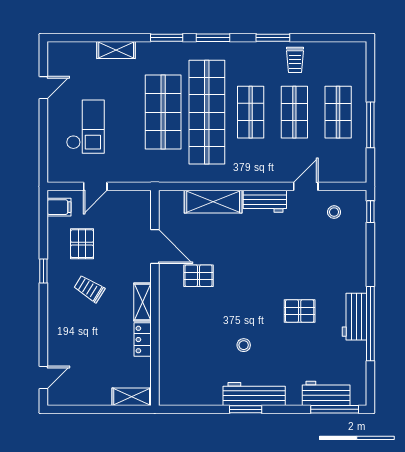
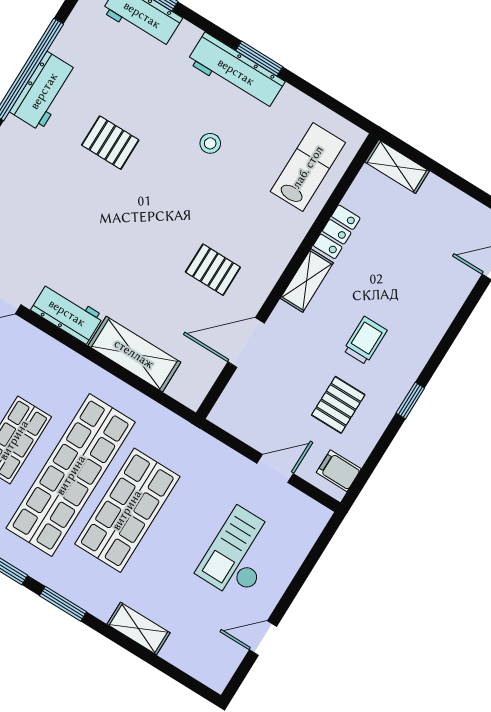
door: (155, 247) -> (246, 343), hinge flipped
trolley: (89, 289) -> (365, 340), turned -122
lab bench: (181, 366) -> (308, 167), added

